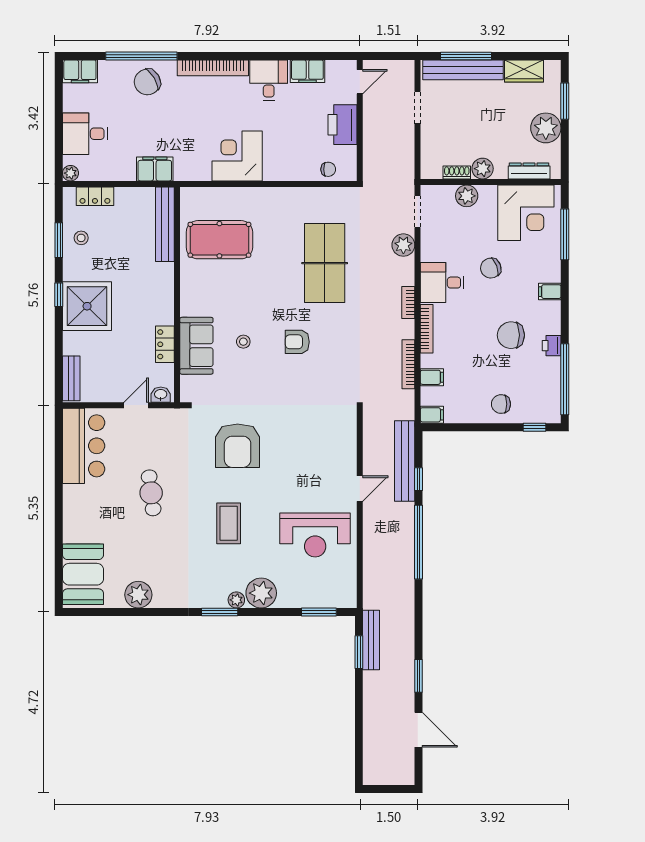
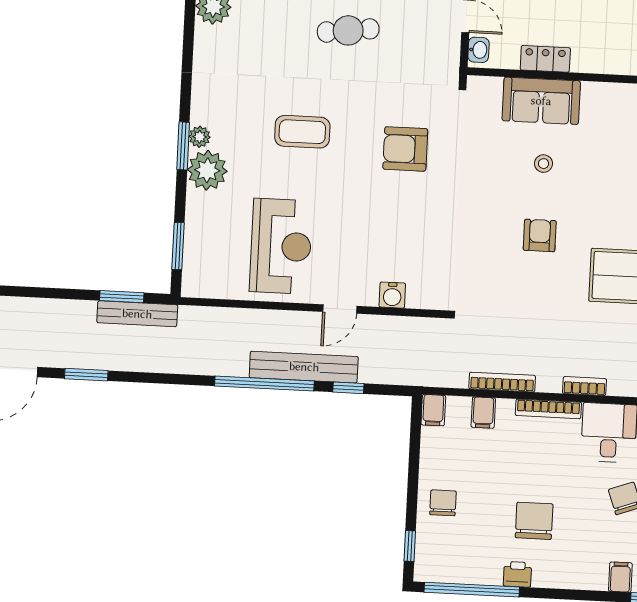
filing cabinet: (550, 292) -> (620, 577), moved
armchair: (238, 446) -> (405, 149), width x0.73, depth x0.73
water cooler: (347, 450) -> (392, 295), added
bench: (405, 461) -> (304, 367), moved
door: (360, 489) -> (340, 309), hinge flipped
reception desk: (315, 535) -> (281, 246), turned 180
window: (220, 612) -> (183, 146), moved

